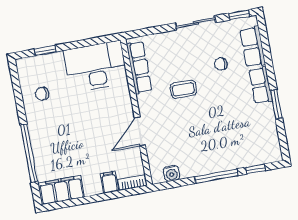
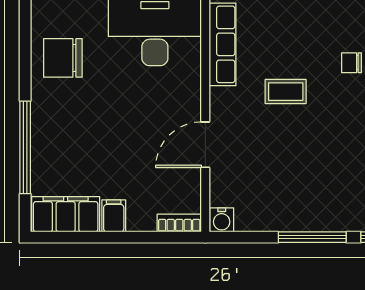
chair: (42, 94) -> (63, 58), width x1.87, depth x1.87
water cooler: (172, 173) -> (222, 220), moved
filing cabinet: (109, 182) -> (114, 216), moved

